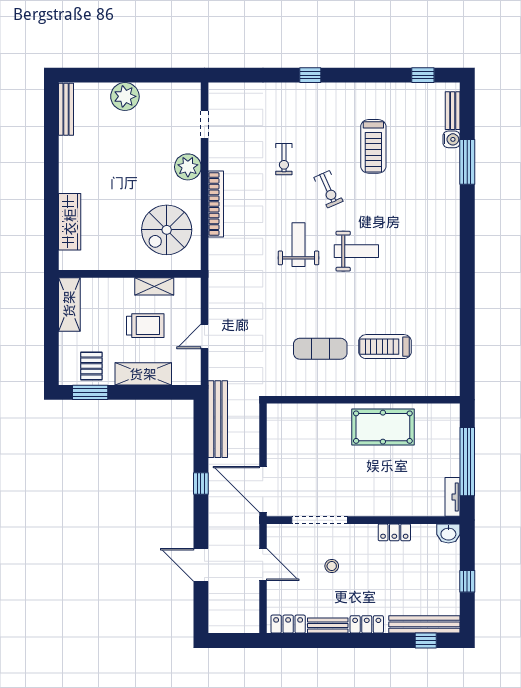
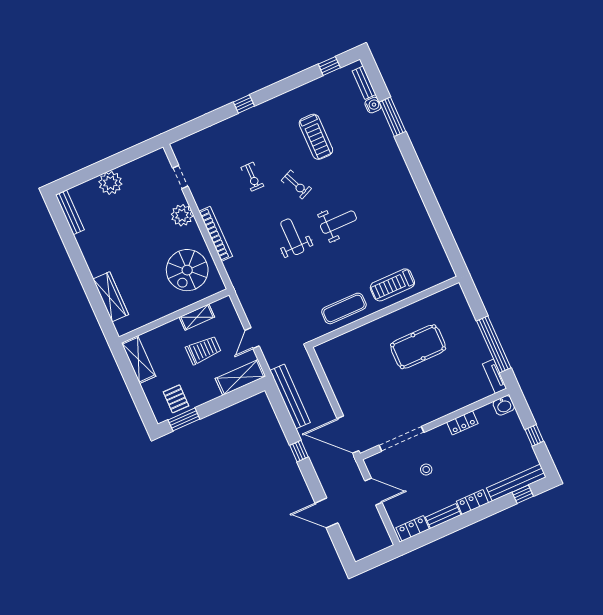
shelving: (143, 374) -> (240, 377), moved
wall: (363, 400) -> (385, 312), moved

